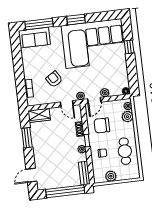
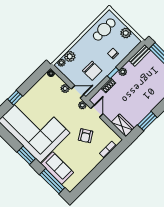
sofa: (34, 38) -> (57, 168), moved
cafe table: (125, 151) -> (104, 30), moved

